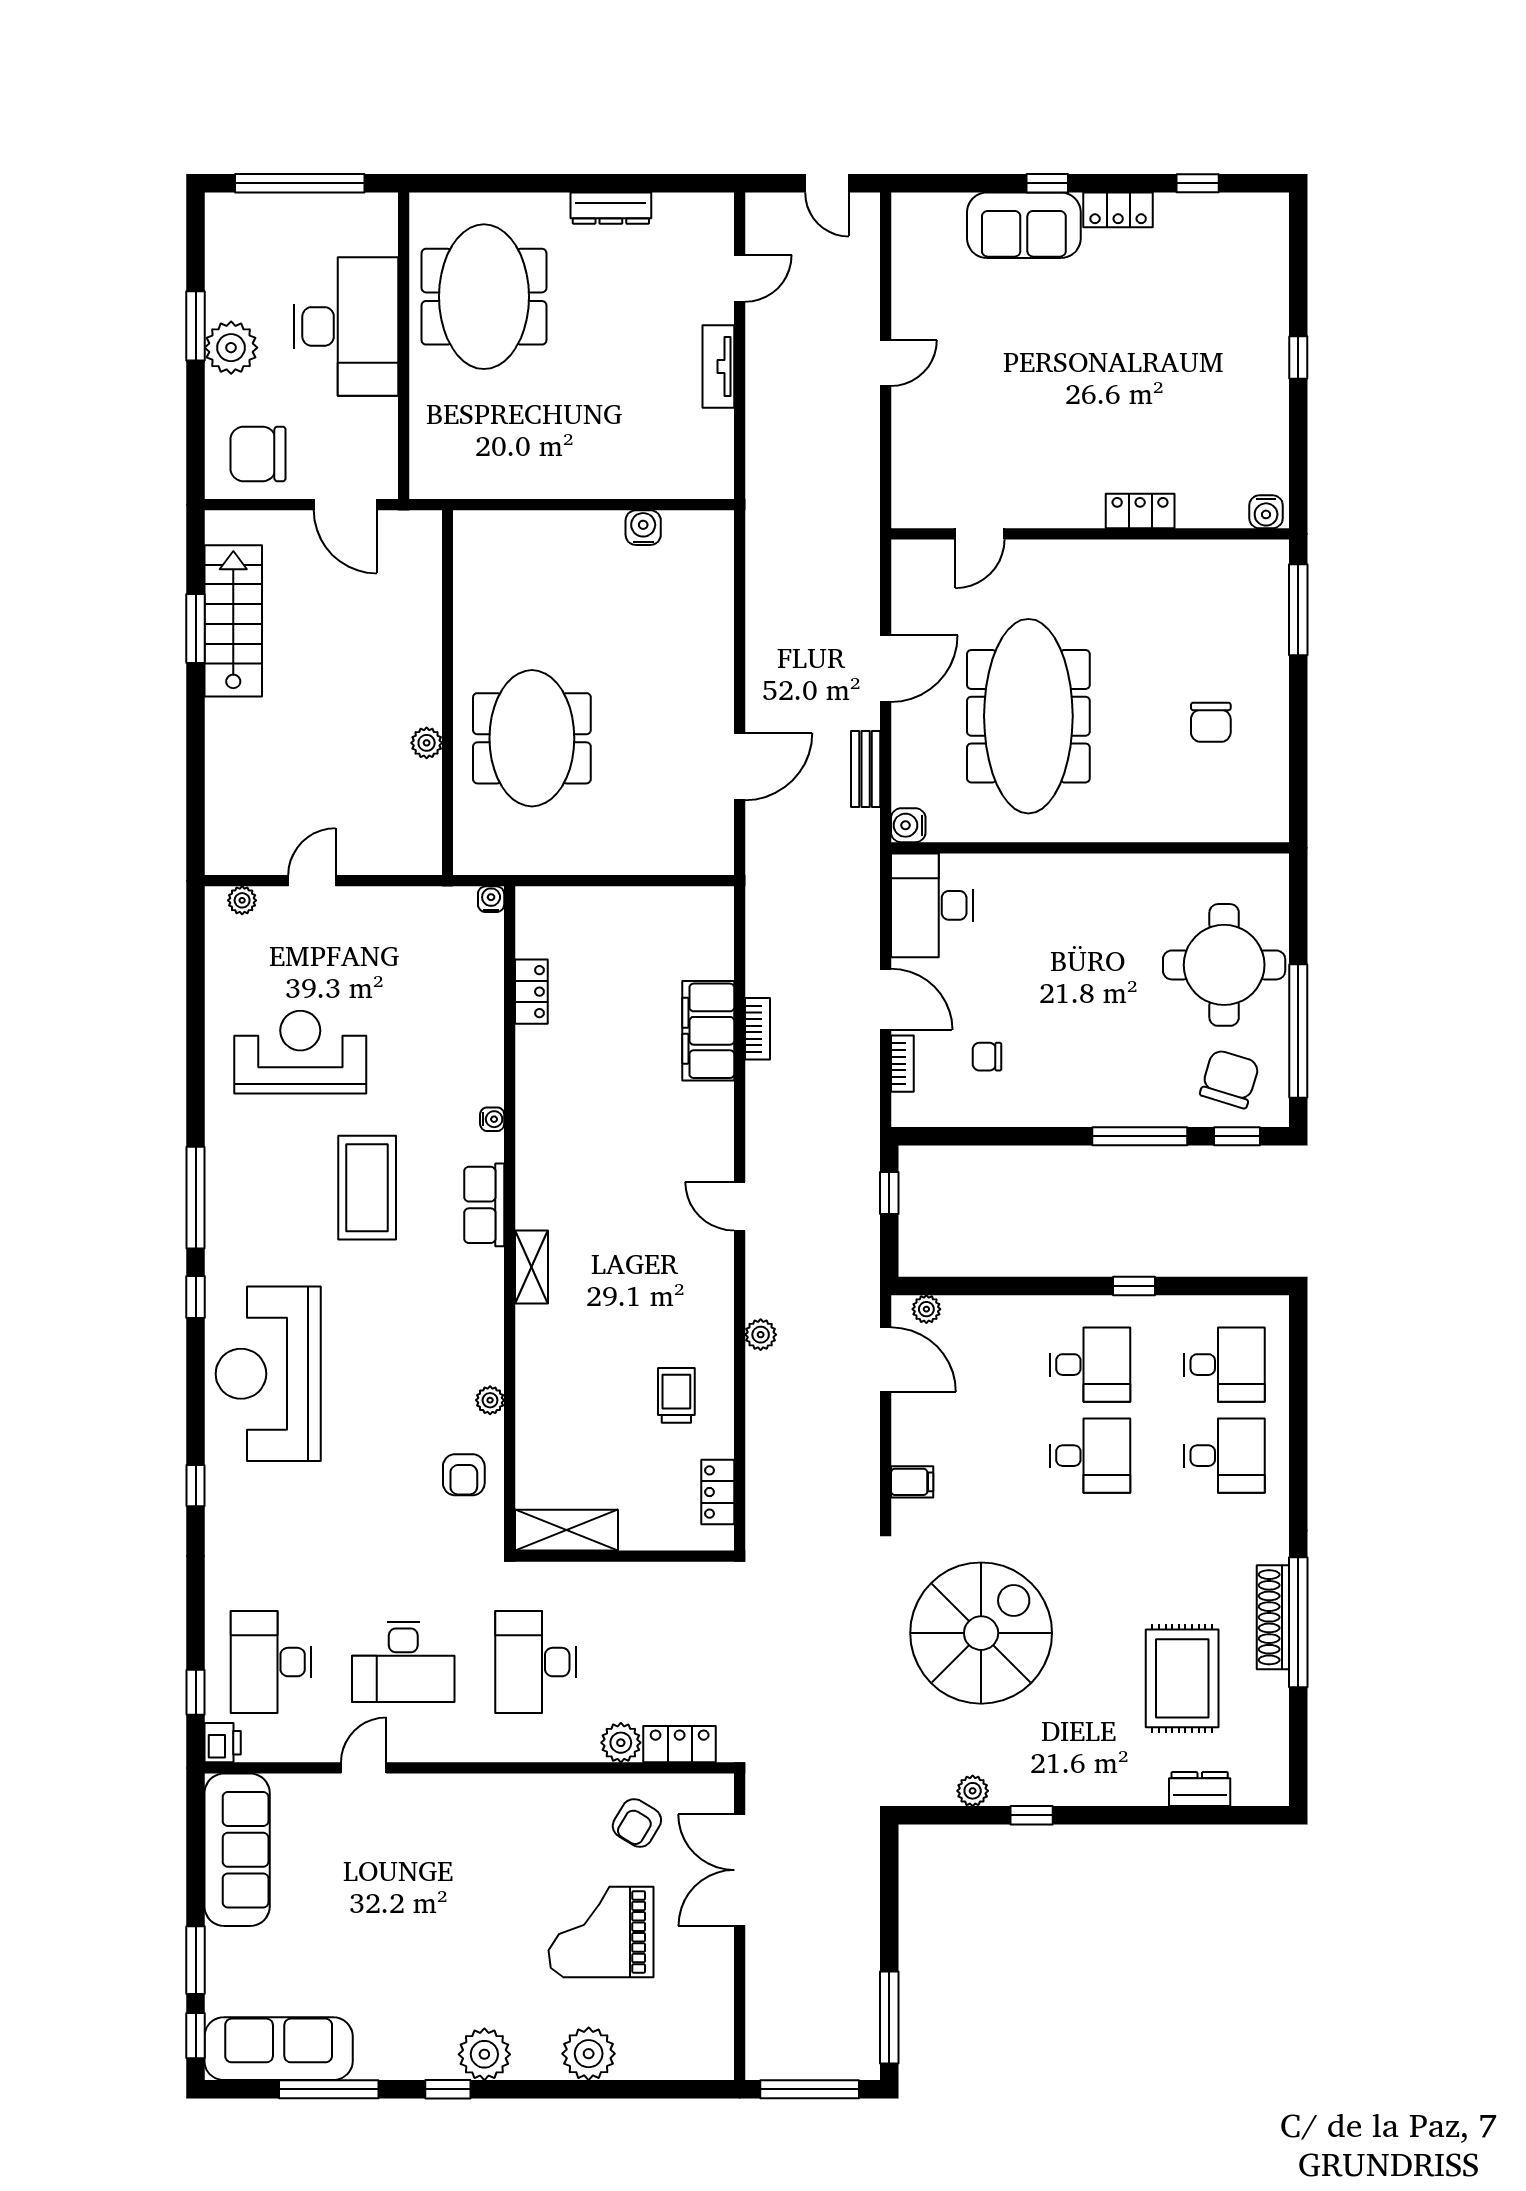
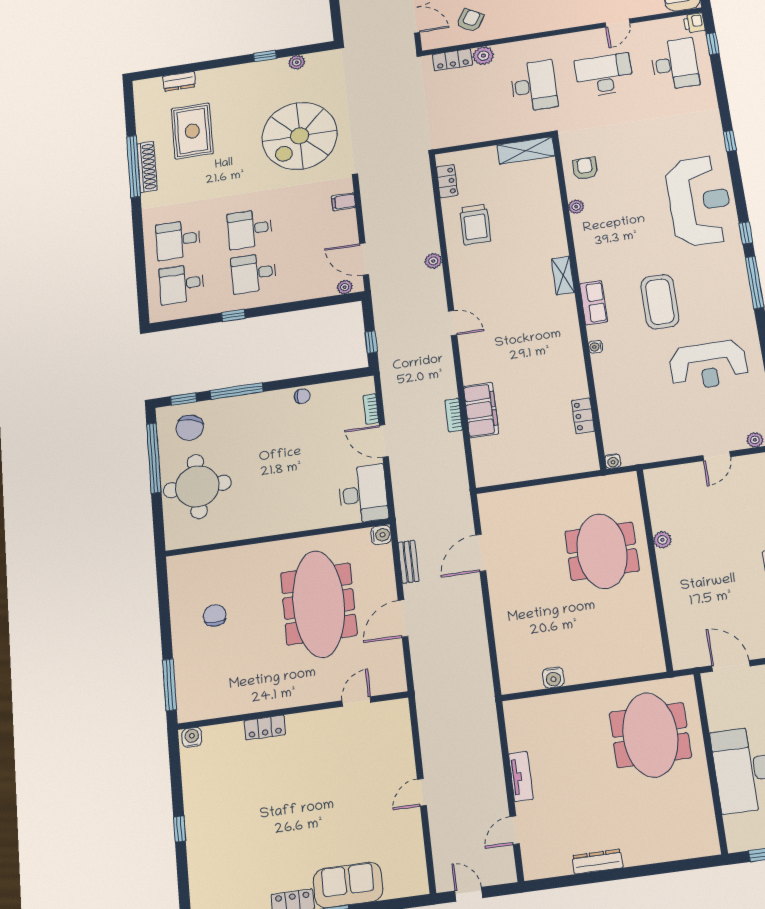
meeting table: (484, 297) -> (650, 735), moved
chair: (987, 1057) -> (302, 396), moved
trolley: (676, 1395) -> (475, 224), width x1.36, depth x1.39

